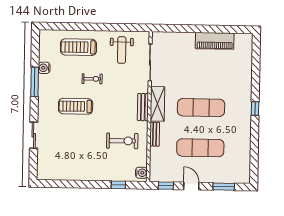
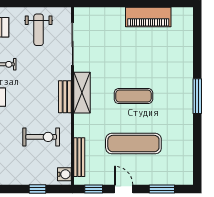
exercise mat: (201, 108) -> (133, 96), width x0.73, depth x0.69
window: (255, 109) -> (197, 96), width x2.17
bench: (155, 134) -> (79, 157), moved, width x1.36

